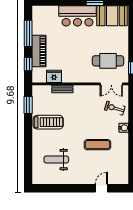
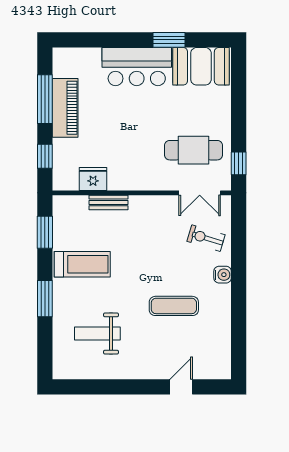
piano: (39, 51) -> (65, 108), moved
window: (28, 141) -> (45, 299), added

